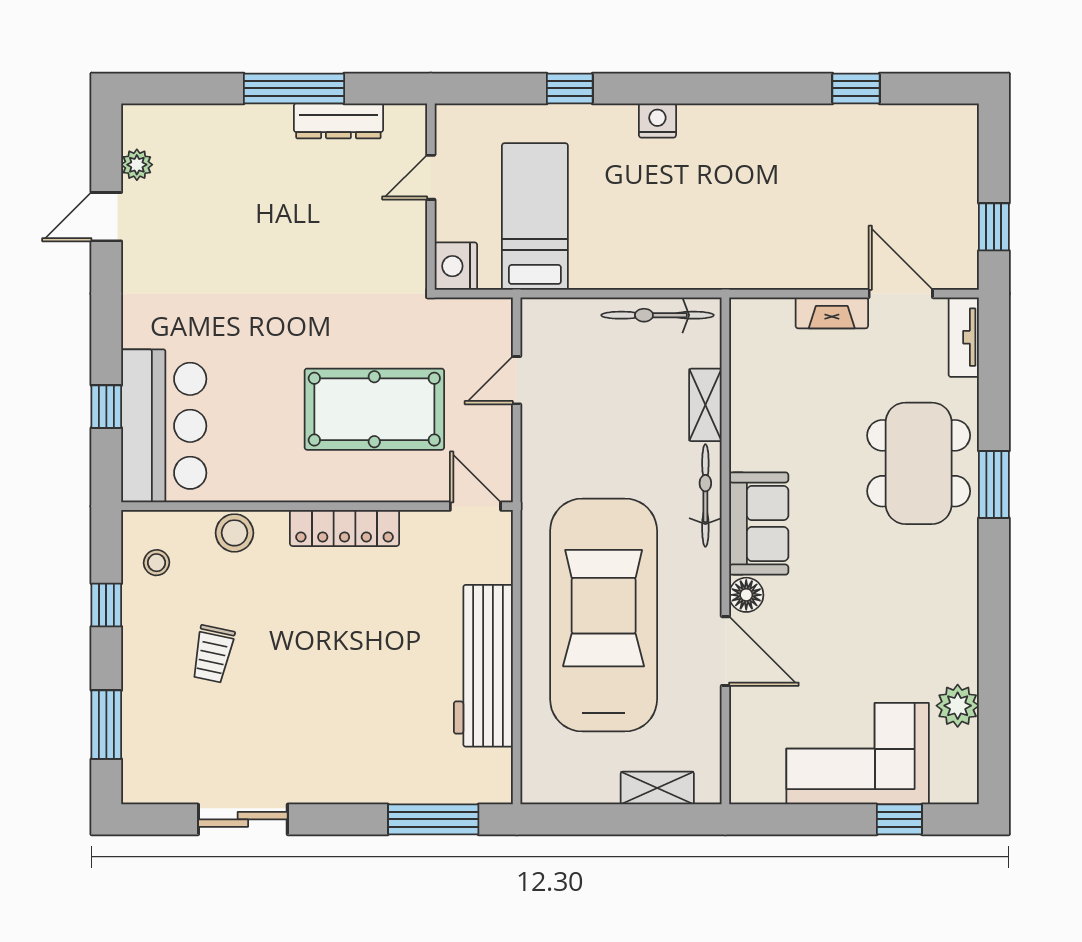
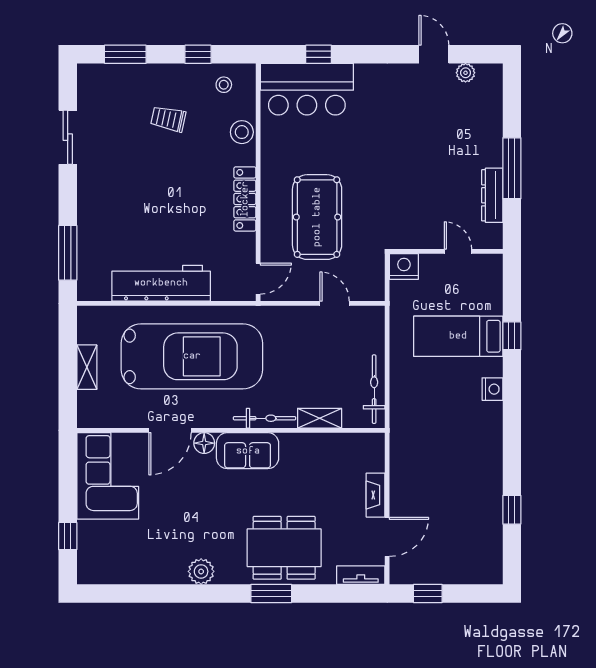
bed: (535, 217) -> (458, 336), moved, turned 180
plant: (958, 706) -> (201, 571), moved
corner sofa: (858, 754) -> (108, 476), moved
shelving: (657, 788) -> (87, 367), moved

